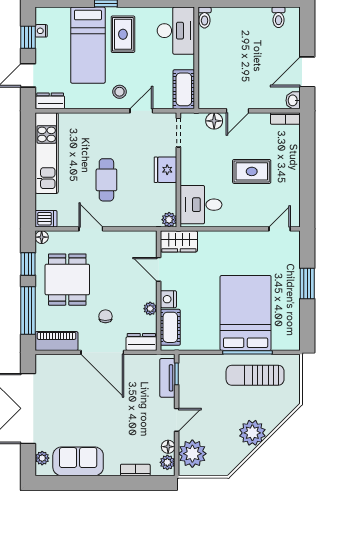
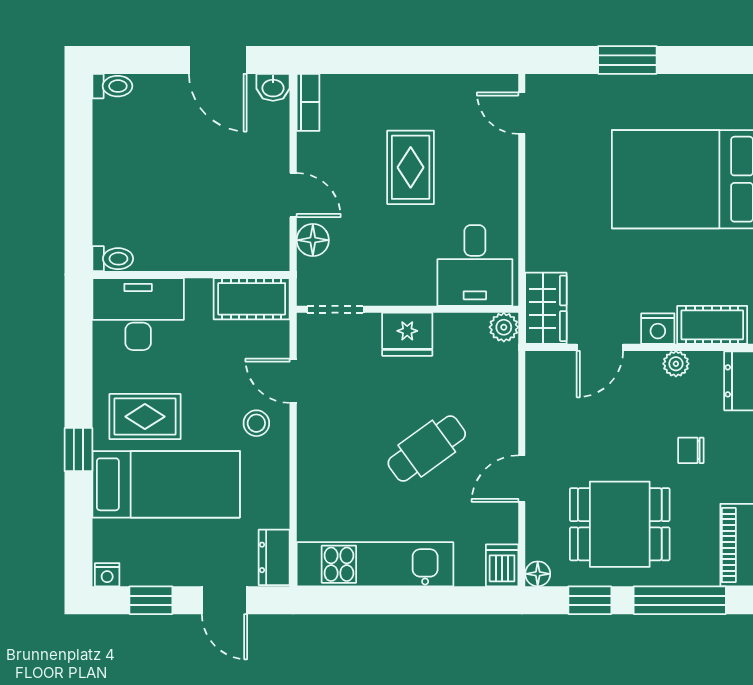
toilet: (279, 17) -> (112, 86), moved
nightstand: (41, 31) -> (107, 575), moved
cafe table: (106, 180) -> (427, 449), turned -36

